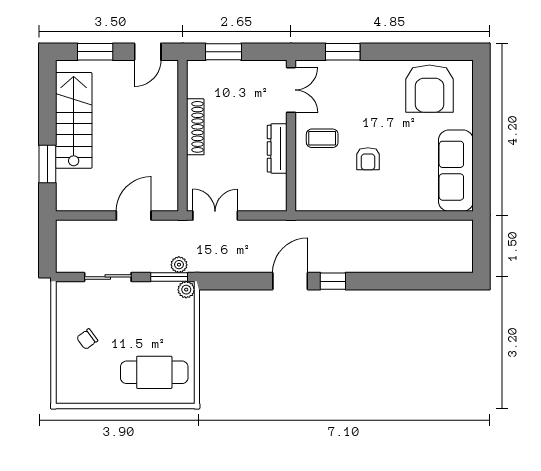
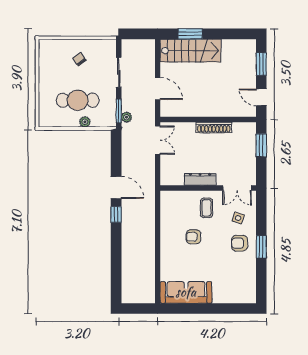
window: (343, 52) -> (261, 247), moved
side table: (338, 88) -> (238, 218), added
armchair: (429, 89) -> (240, 243), moved, width x0.53, depth x0.53
stairs: (74, 120) -> (191, 51), moved
plant: (186, 290) -> (85, 122), moved
cafe table: (154, 372) -> (78, 100), moved, turned 90

